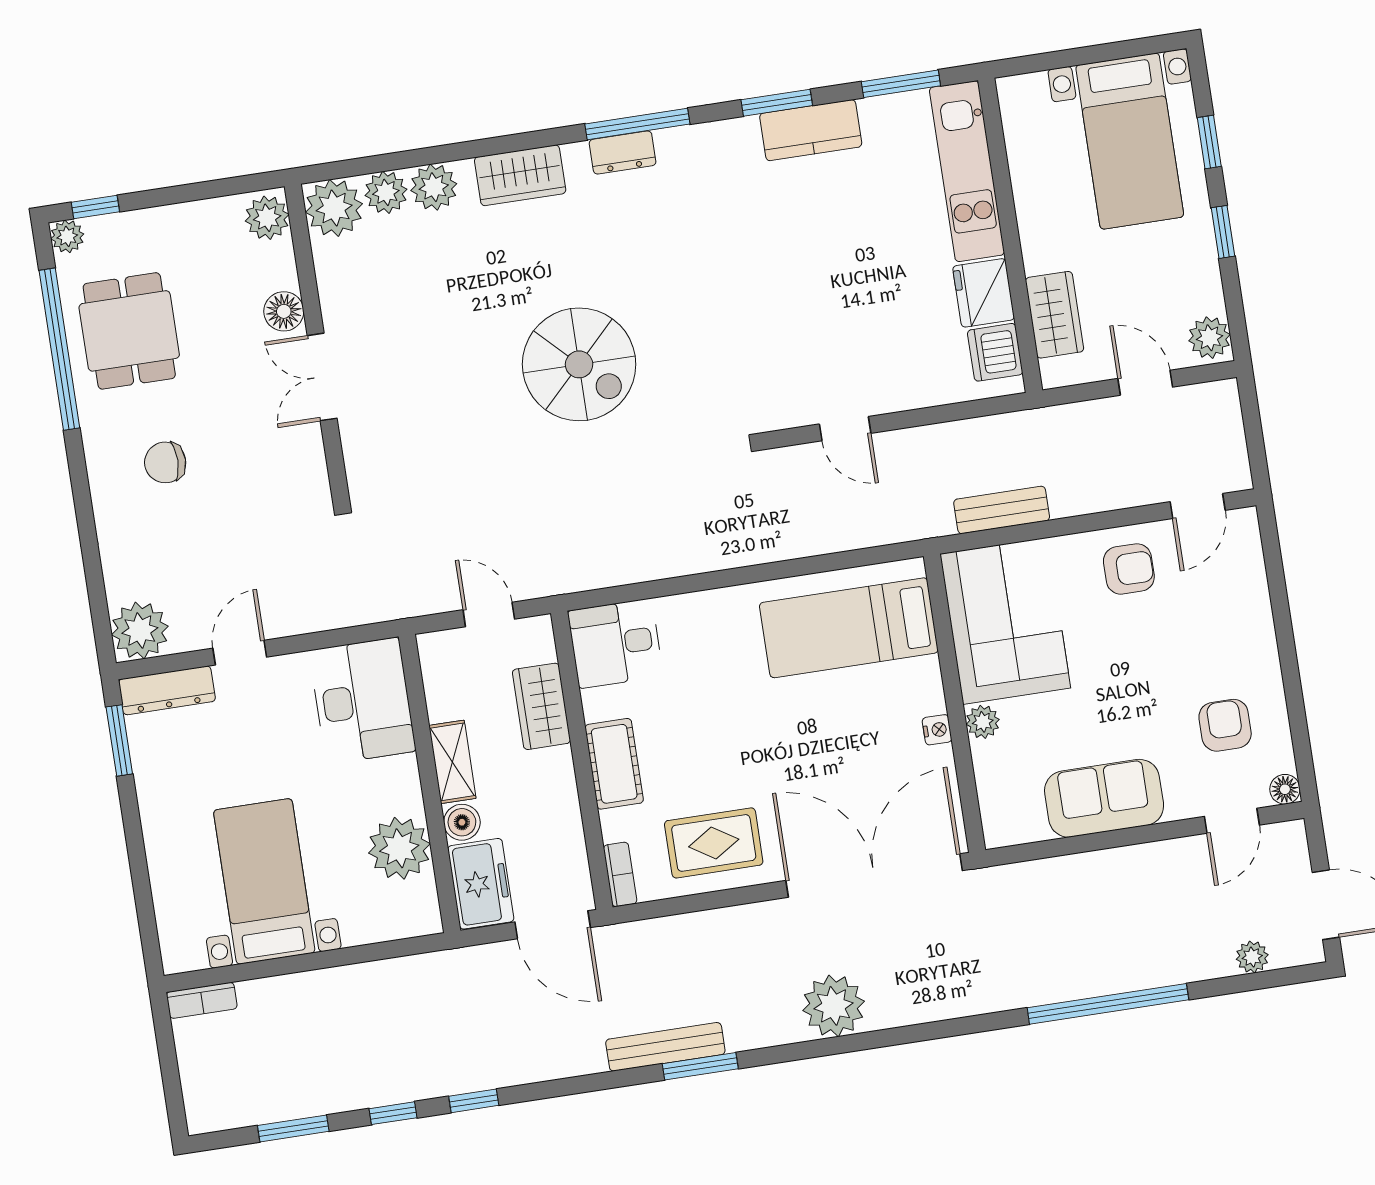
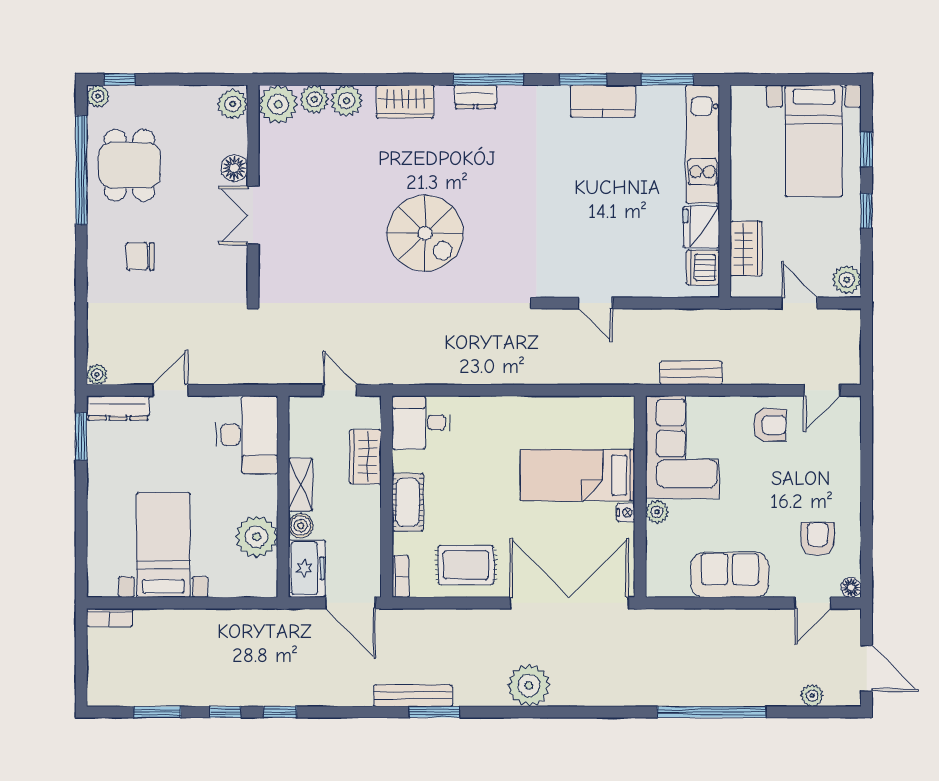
bed: (849, 628) -> (578, 475), moved
plant: (140, 630) -> (97, 374), width x0.53, depth x0.53

